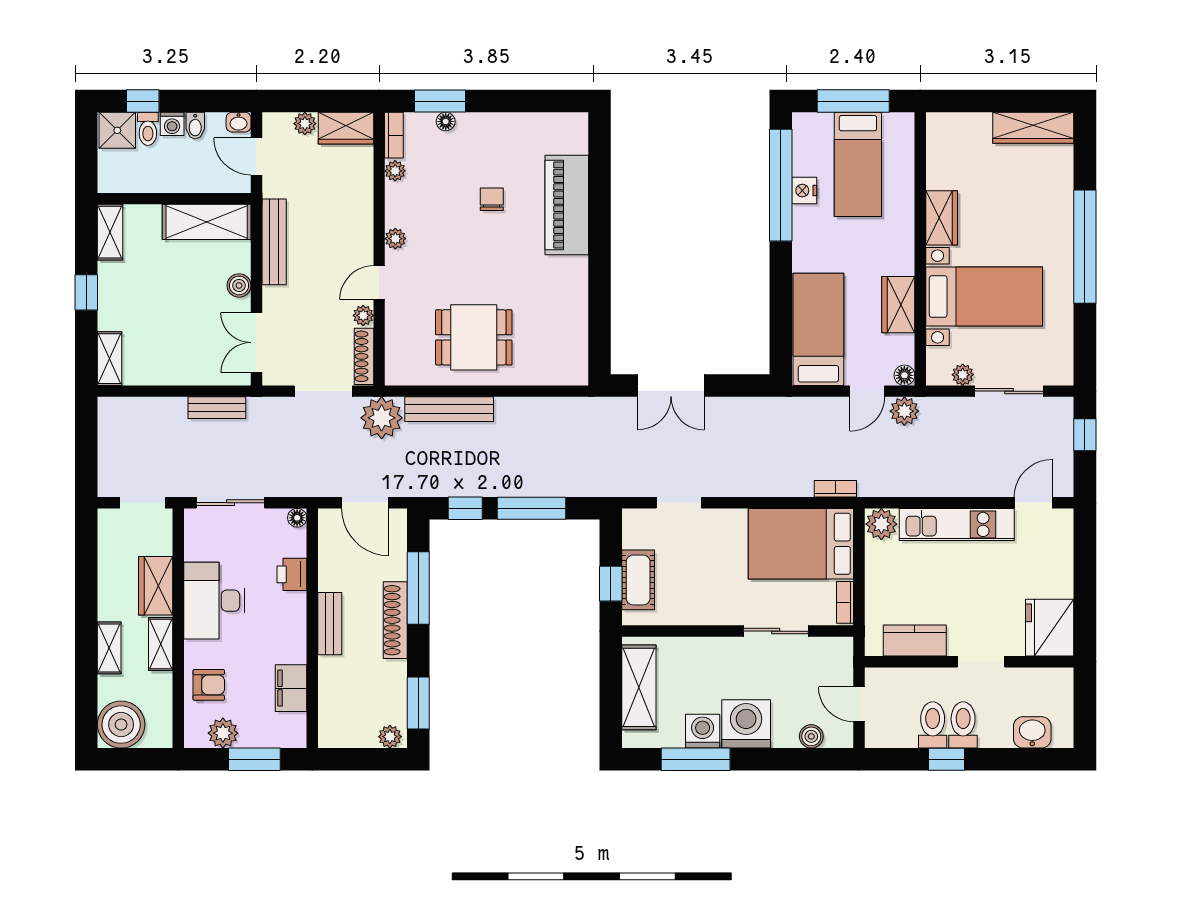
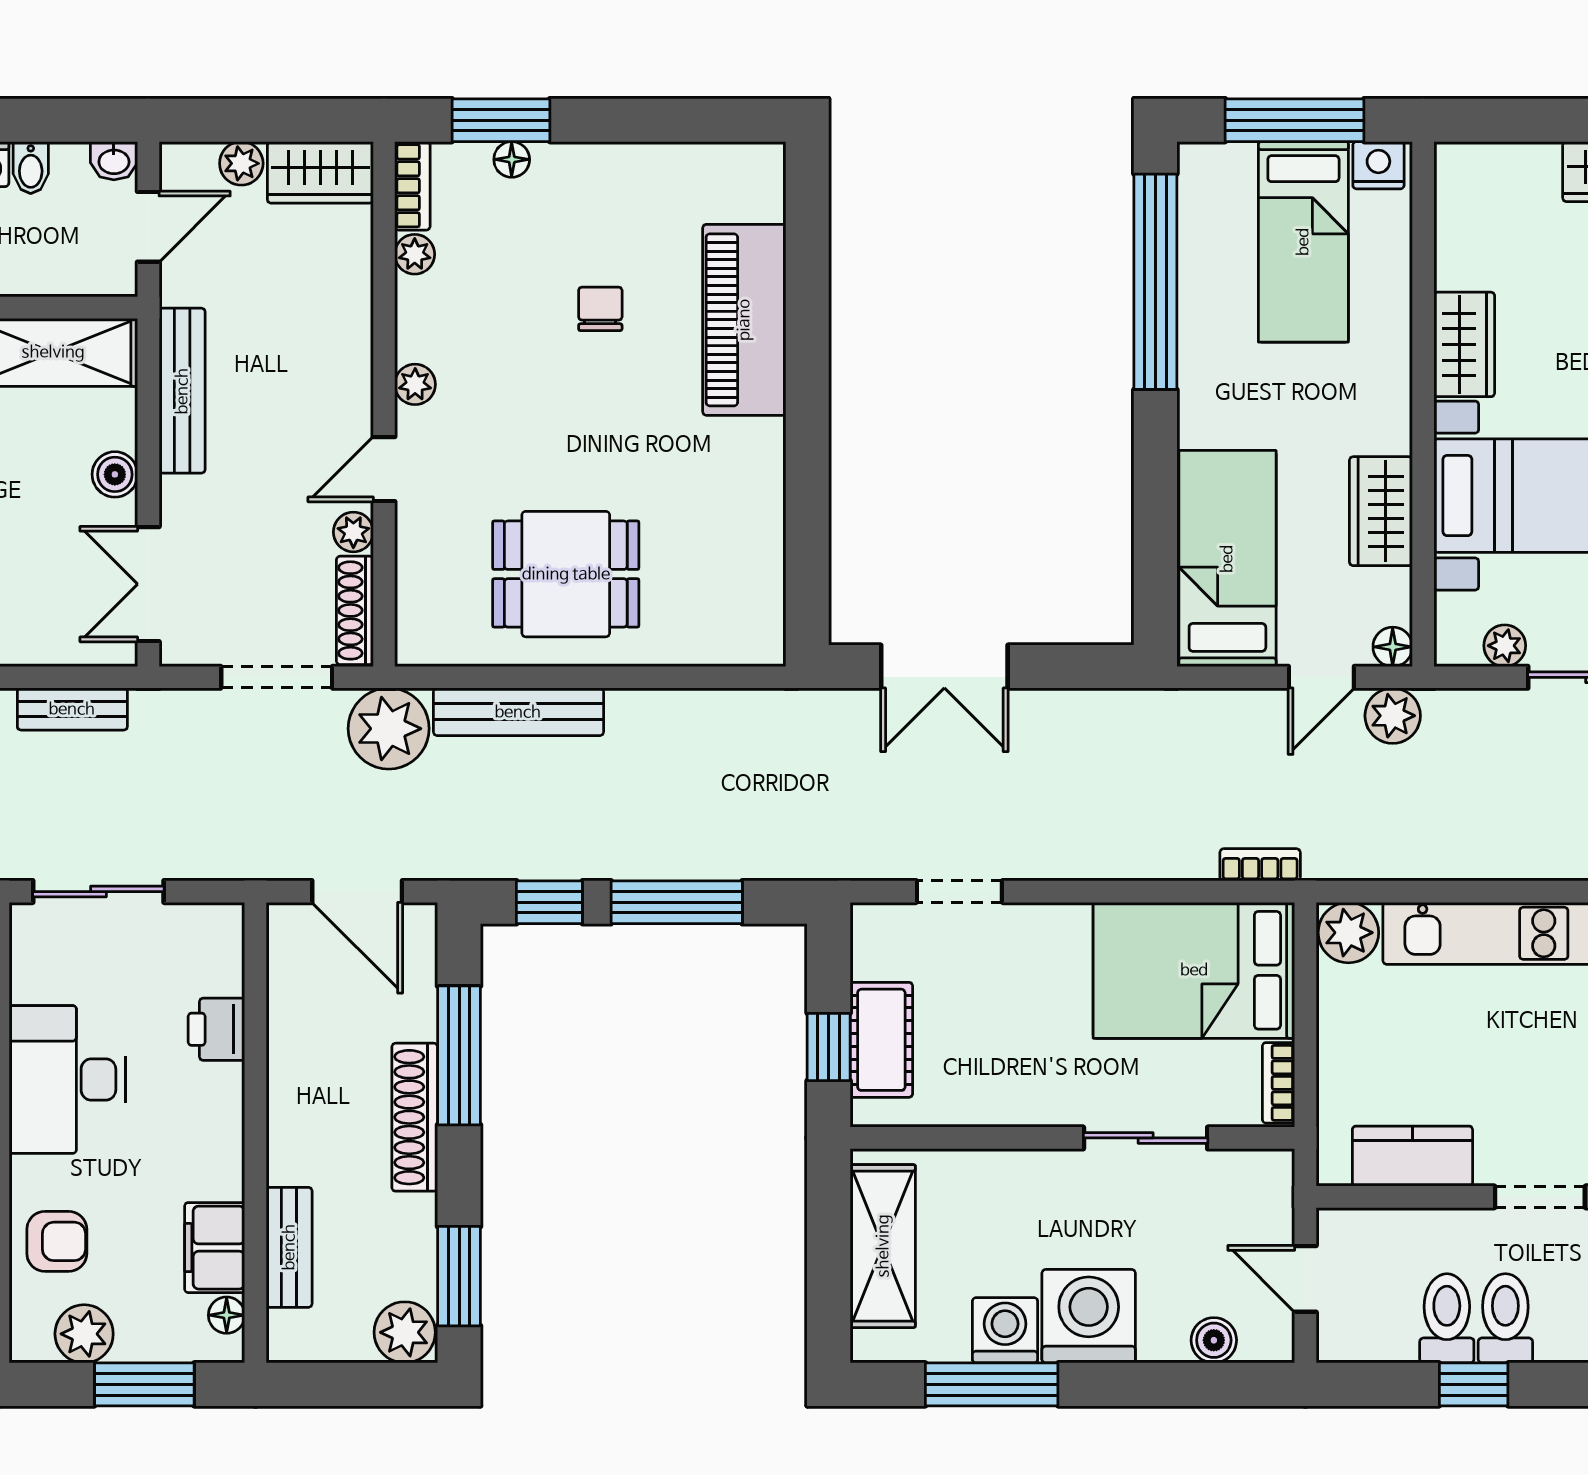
door: (256, 157) -> (148, 227), swing flipped
nightstand: (804, 191) -> (1378, 165), moved, turned 90
floor lamp: (297, 518) -> (227, 1315), moved
bench: (330, 624) -> (289, 1247), moved
plant: (390, 737) -> (405, 1332), width x1.38, depth x1.38

